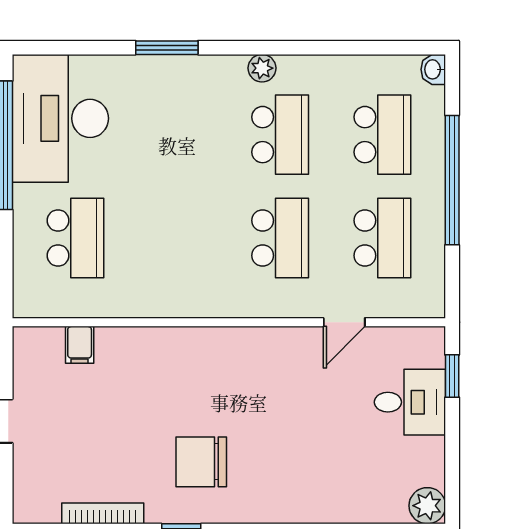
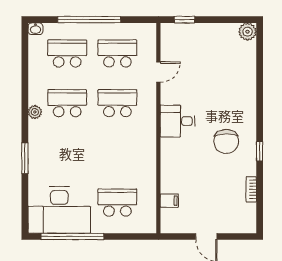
door: (344, 322) -> (158, 72), hinge flipped
desk: (410, 402) -> (178, 121), moved, turned -90
bookcase: (103, 513) -> (251, 189), width x0.64

